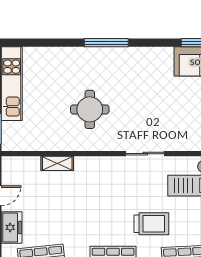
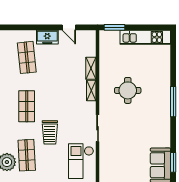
shelving: (90, 163) -> (91, 91), added

